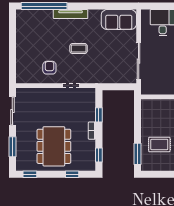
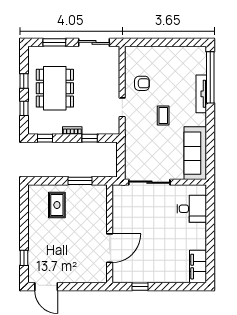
tv unit: (71, 14) -> (201, 94), moved
sofa: (119, 20) -> (195, 153), width x1.36
dining table: (54, 146) -> (55, 88), turned 90
window: (137, 154) -> (80, 181), moved
window: (30, 174) -> (24, 81), moved

